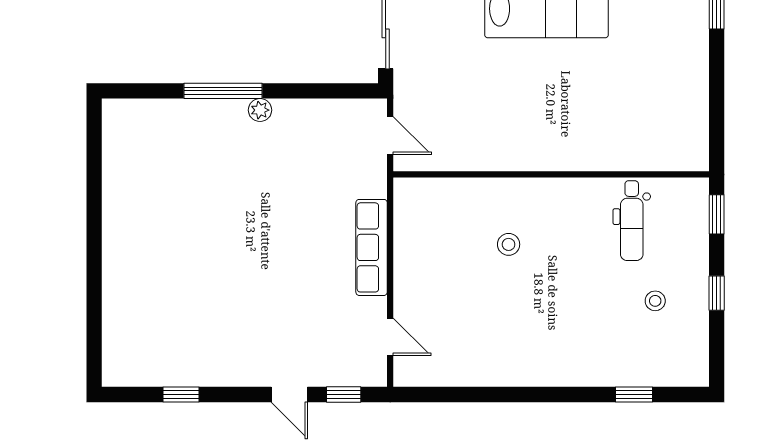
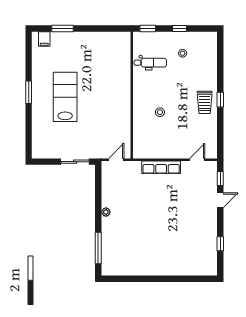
window: (223, 91) -> (98, 248), moved
trolley: (533, 356) -> (205, 102), added
window: (634, 395) -> (220, 100), moved

